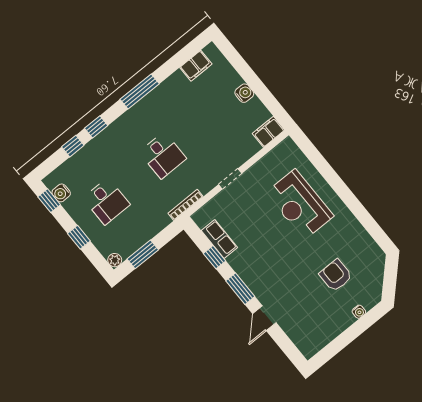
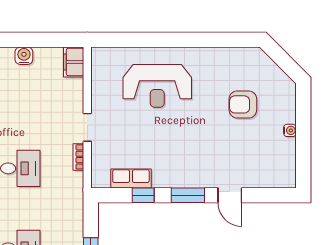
bookcase: (186, 205) -> (78, 157), moved, width x0.64
water cooler: (359, 312) -> (290, 130), moved

